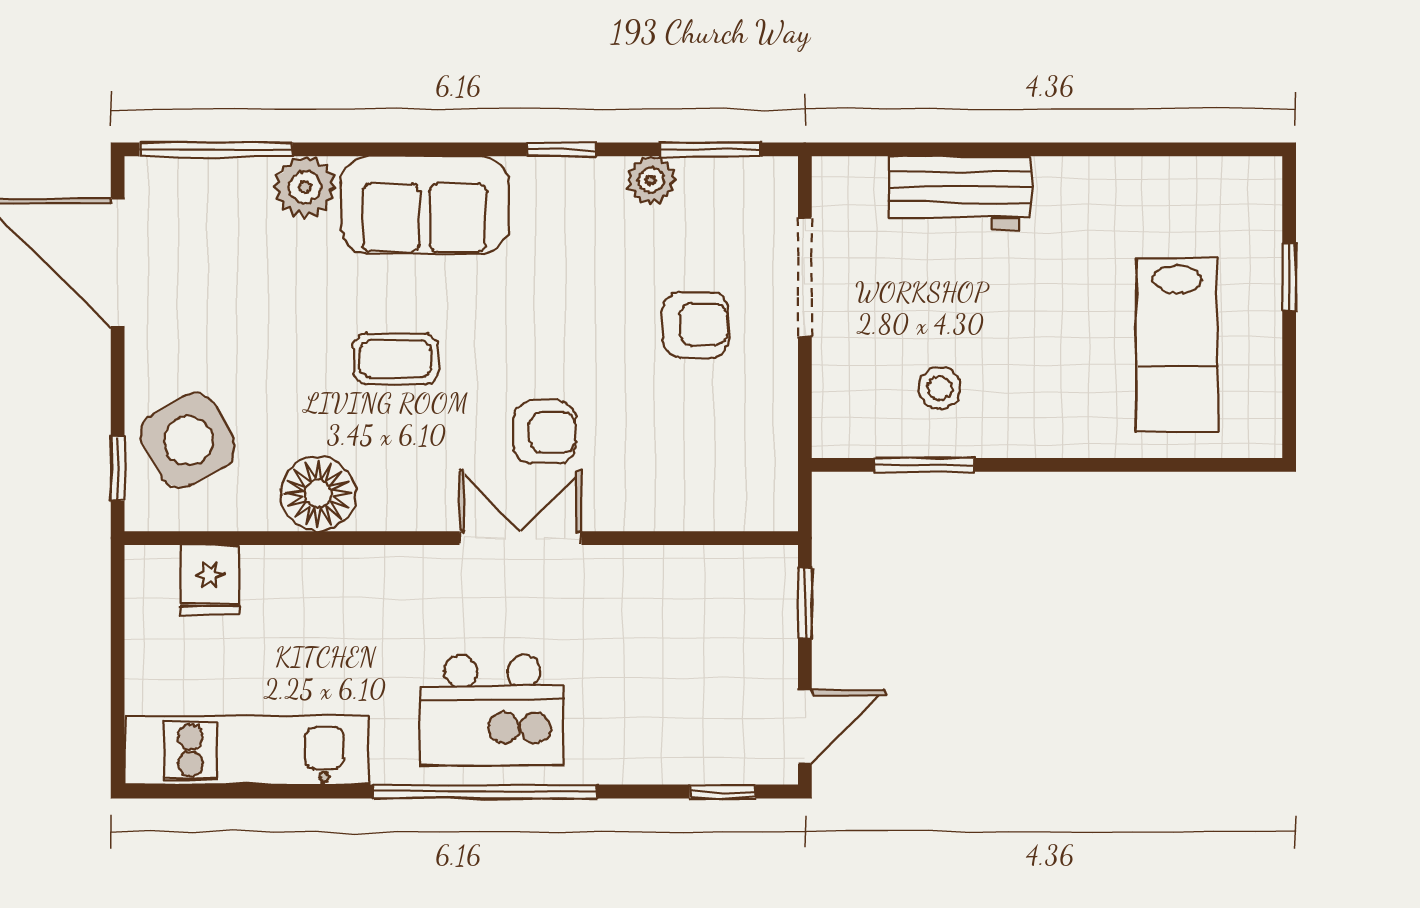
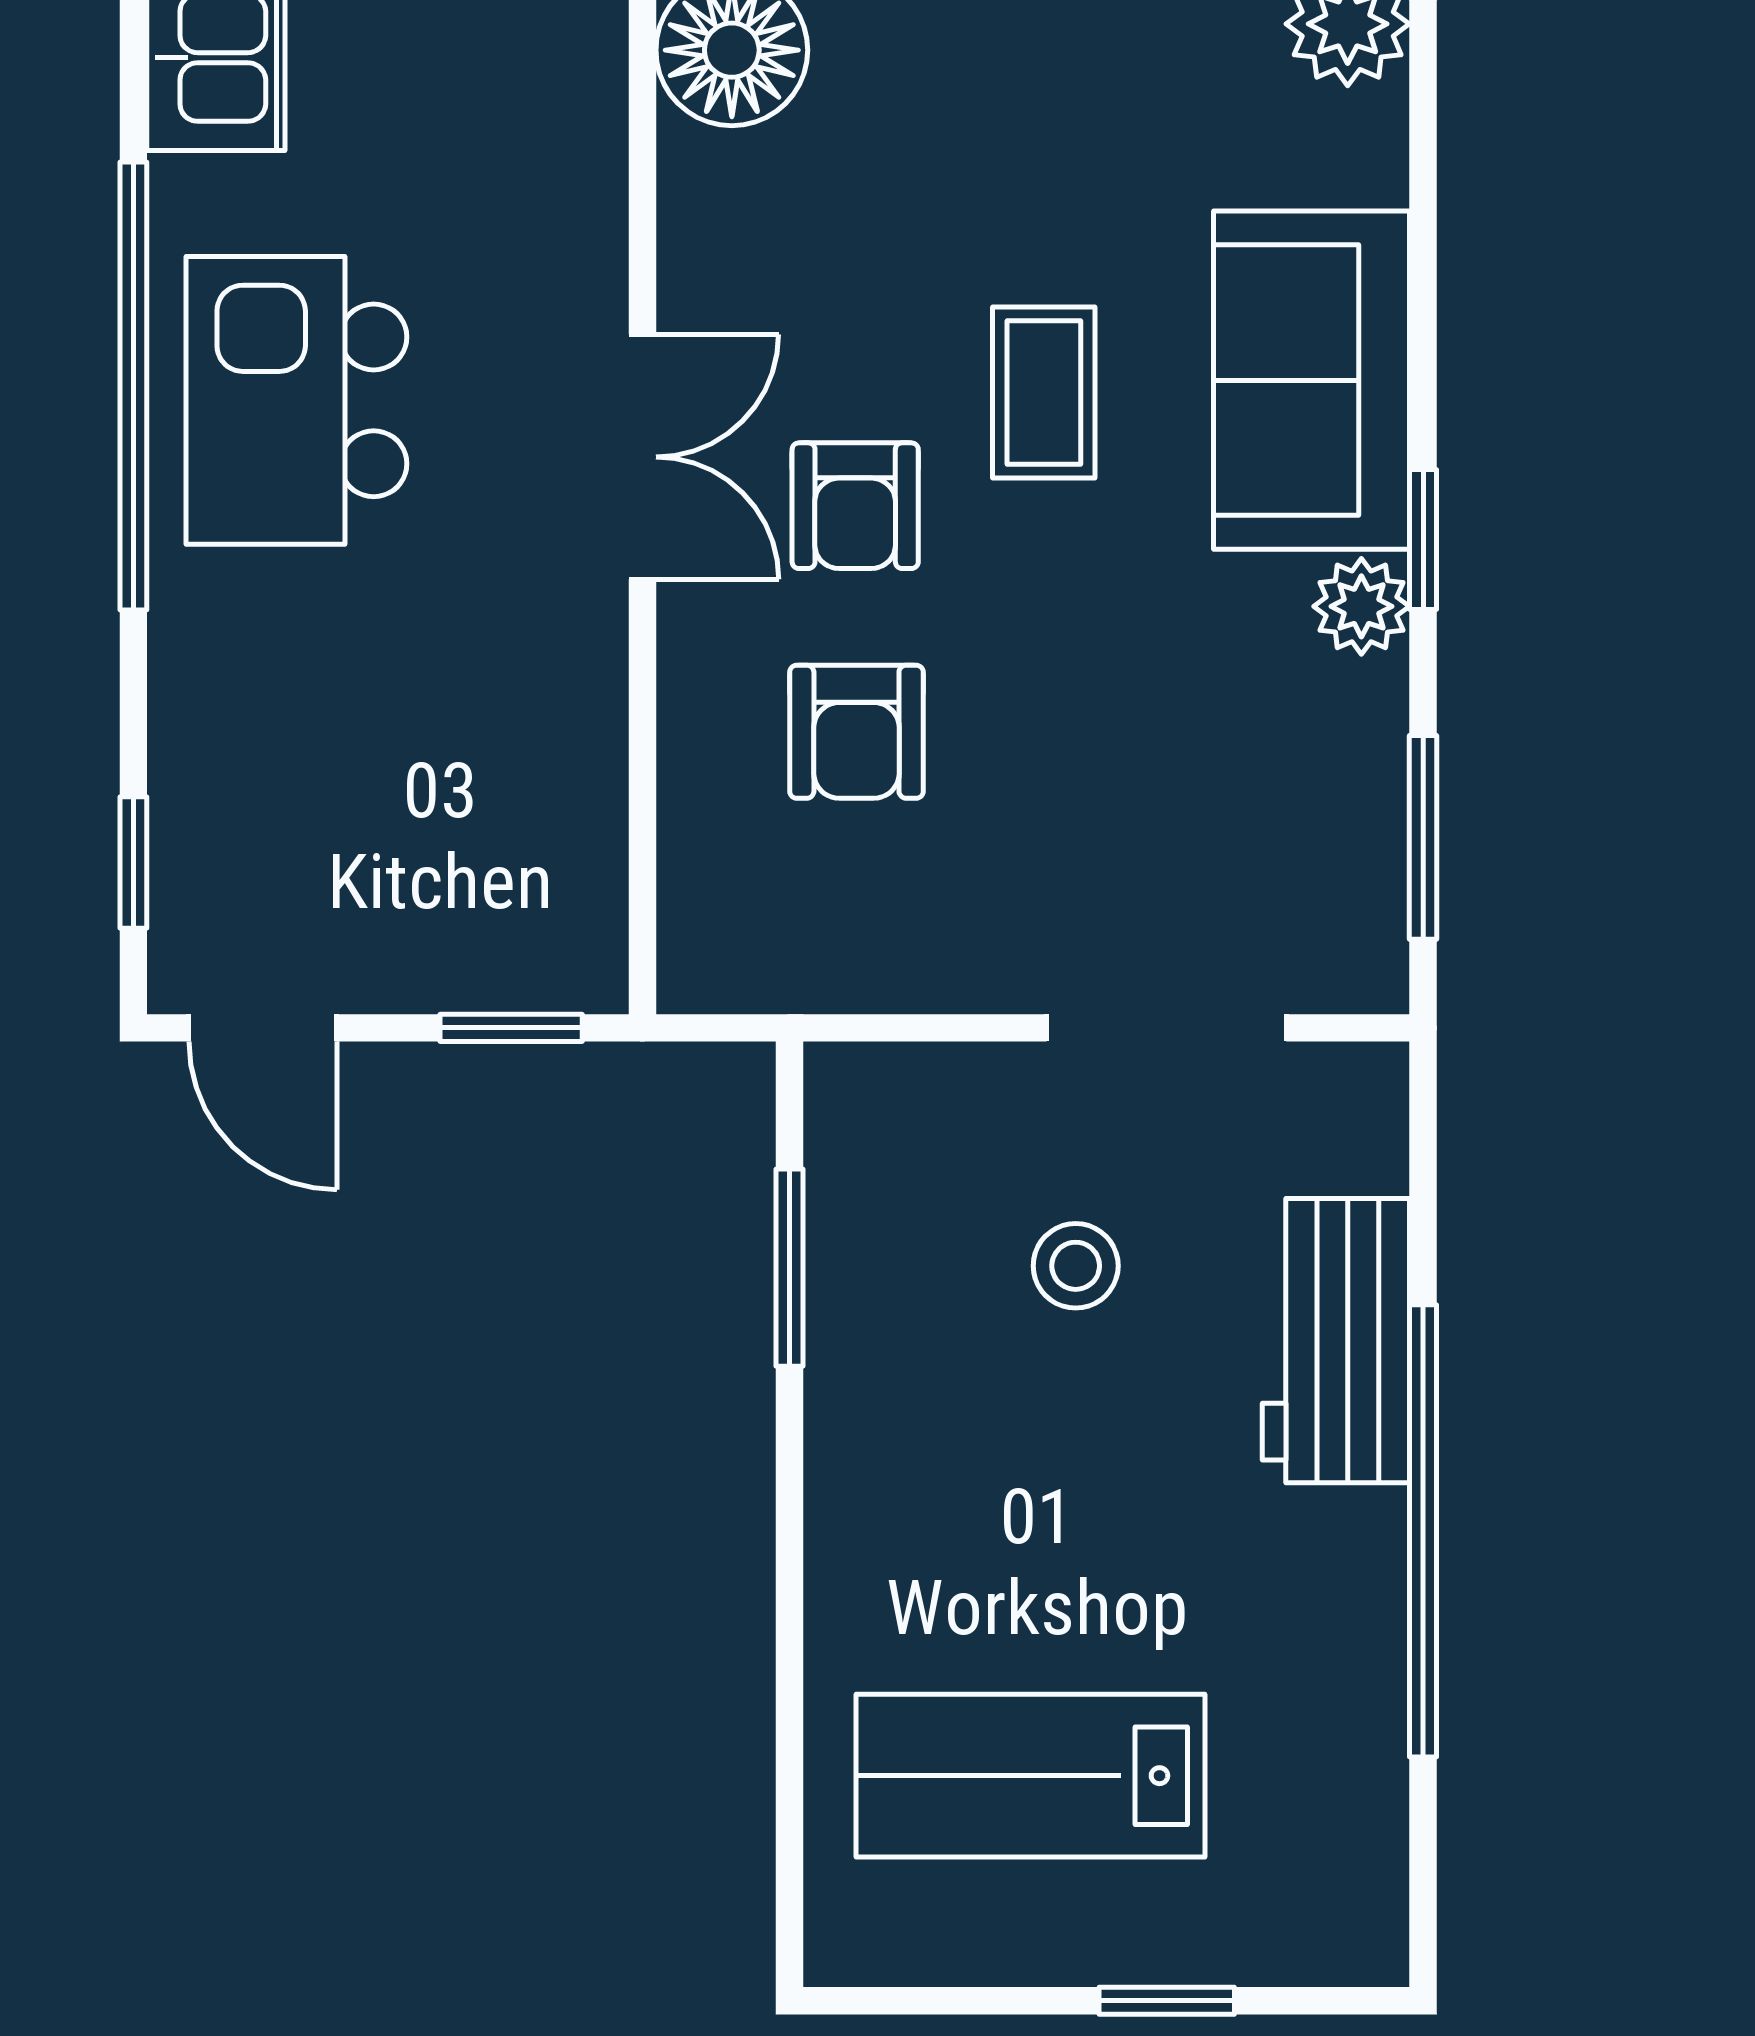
window: (1055, 149) -> (1423, 1531), added
plant: (651, 180) -> (1361, 606), moved
sofa: (425, 205) -> (1312, 380), moved
armchair: (695, 325) -> (856, 732), moved
coffee table: (396, 359) -> (1044, 393), moved
stool: (940, 388) -> (1076, 1266), moved

